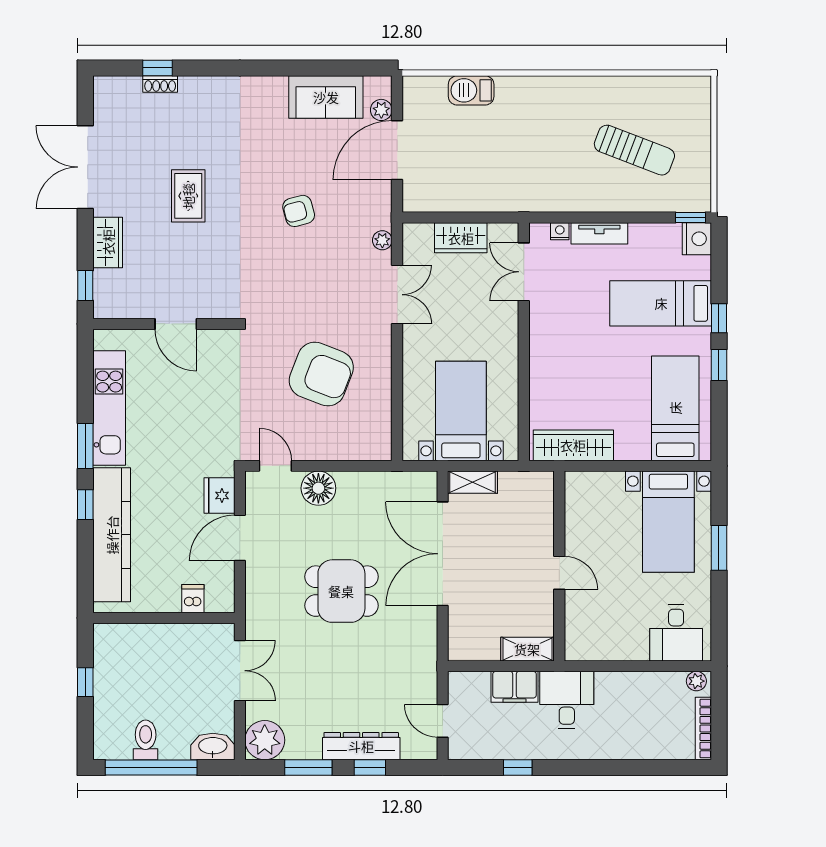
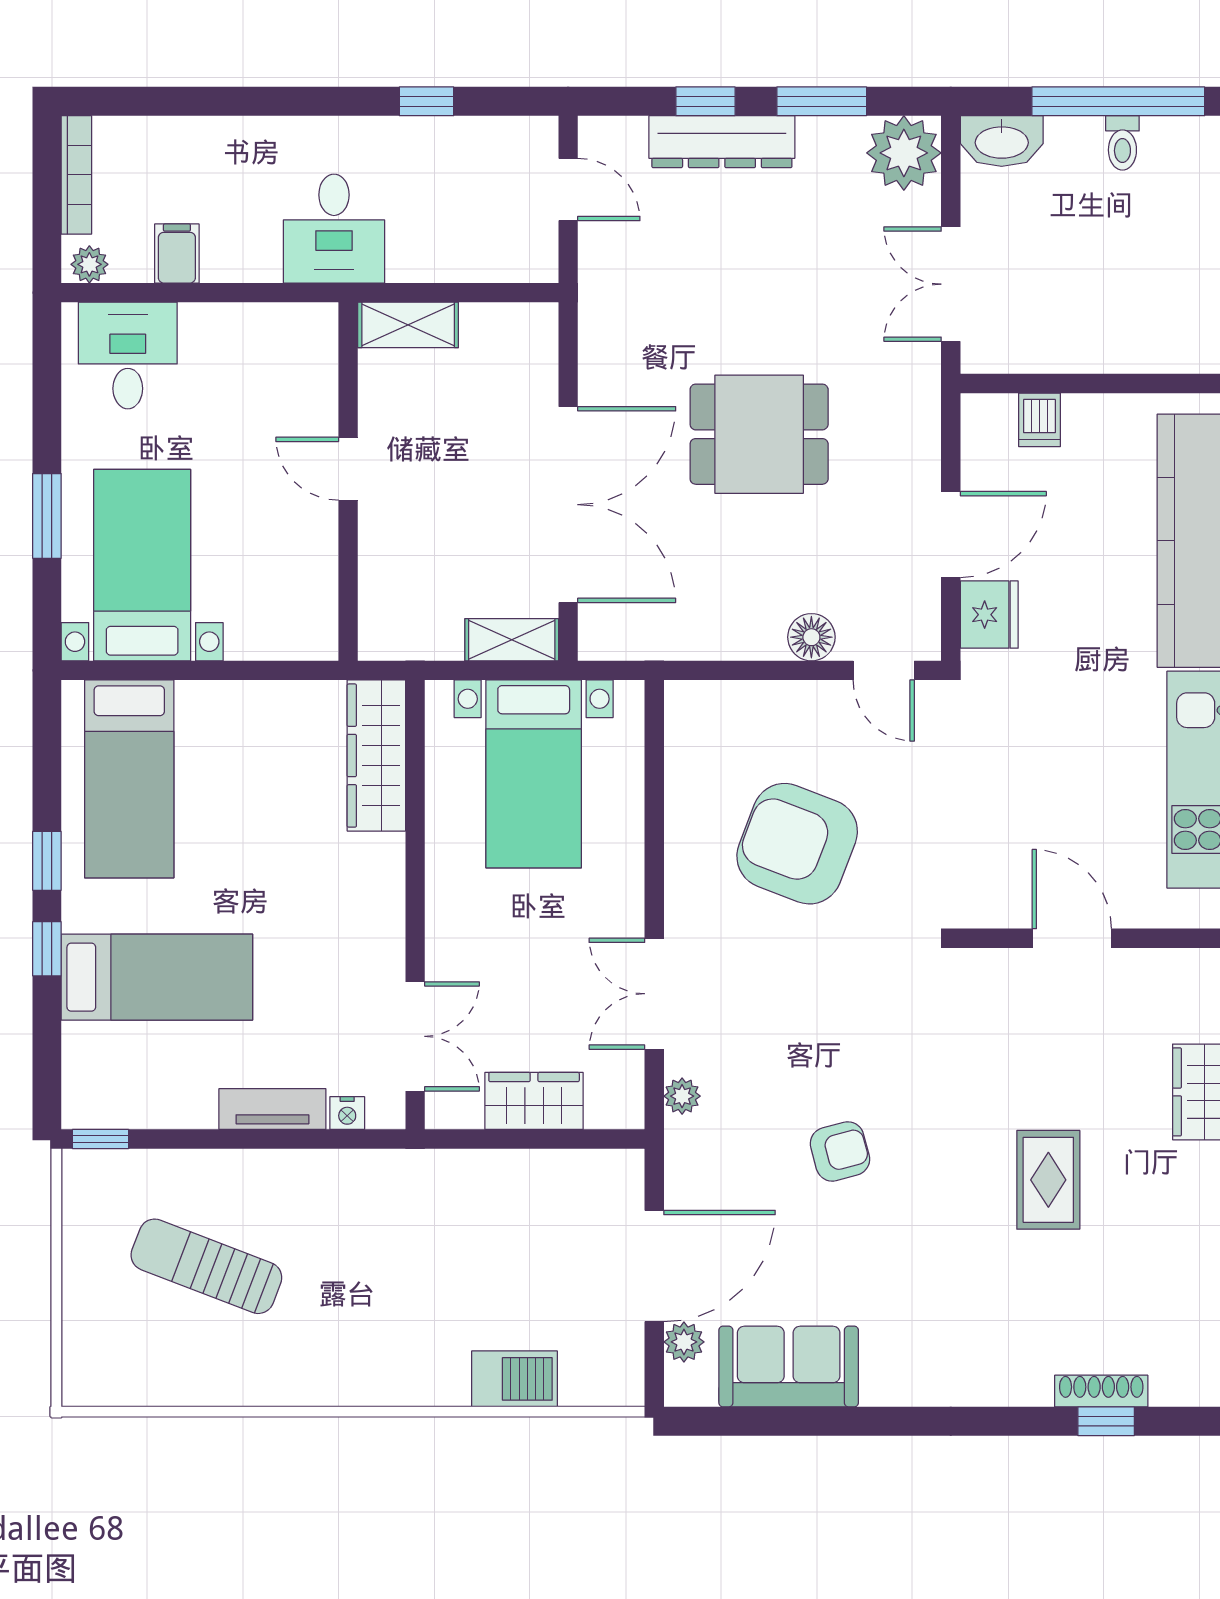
shoe rack: (160, 84) -> (1101, 1391), width x1.43
nightstand: (697, 239) -> (89, 1099), removed
wardrobe: (573, 445) -> (376, 756), moved, turned 90
floor lamp: (318, 488) -> (811, 637), width x0.73, depth x0.73
filing cabinet: (514, 687) -> (177, 254), moved, width x0.50
toilet: (146, 740) -> (1122, 143), width x0.73, depth x0.72

